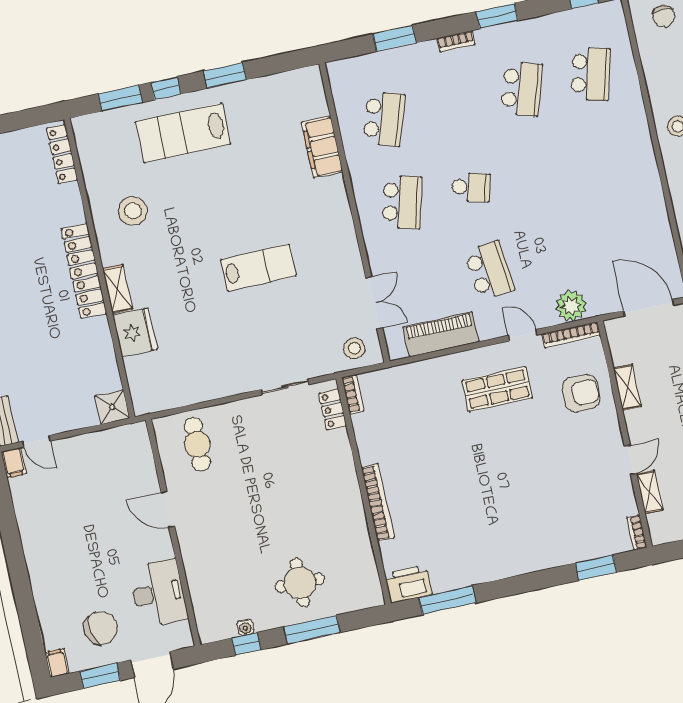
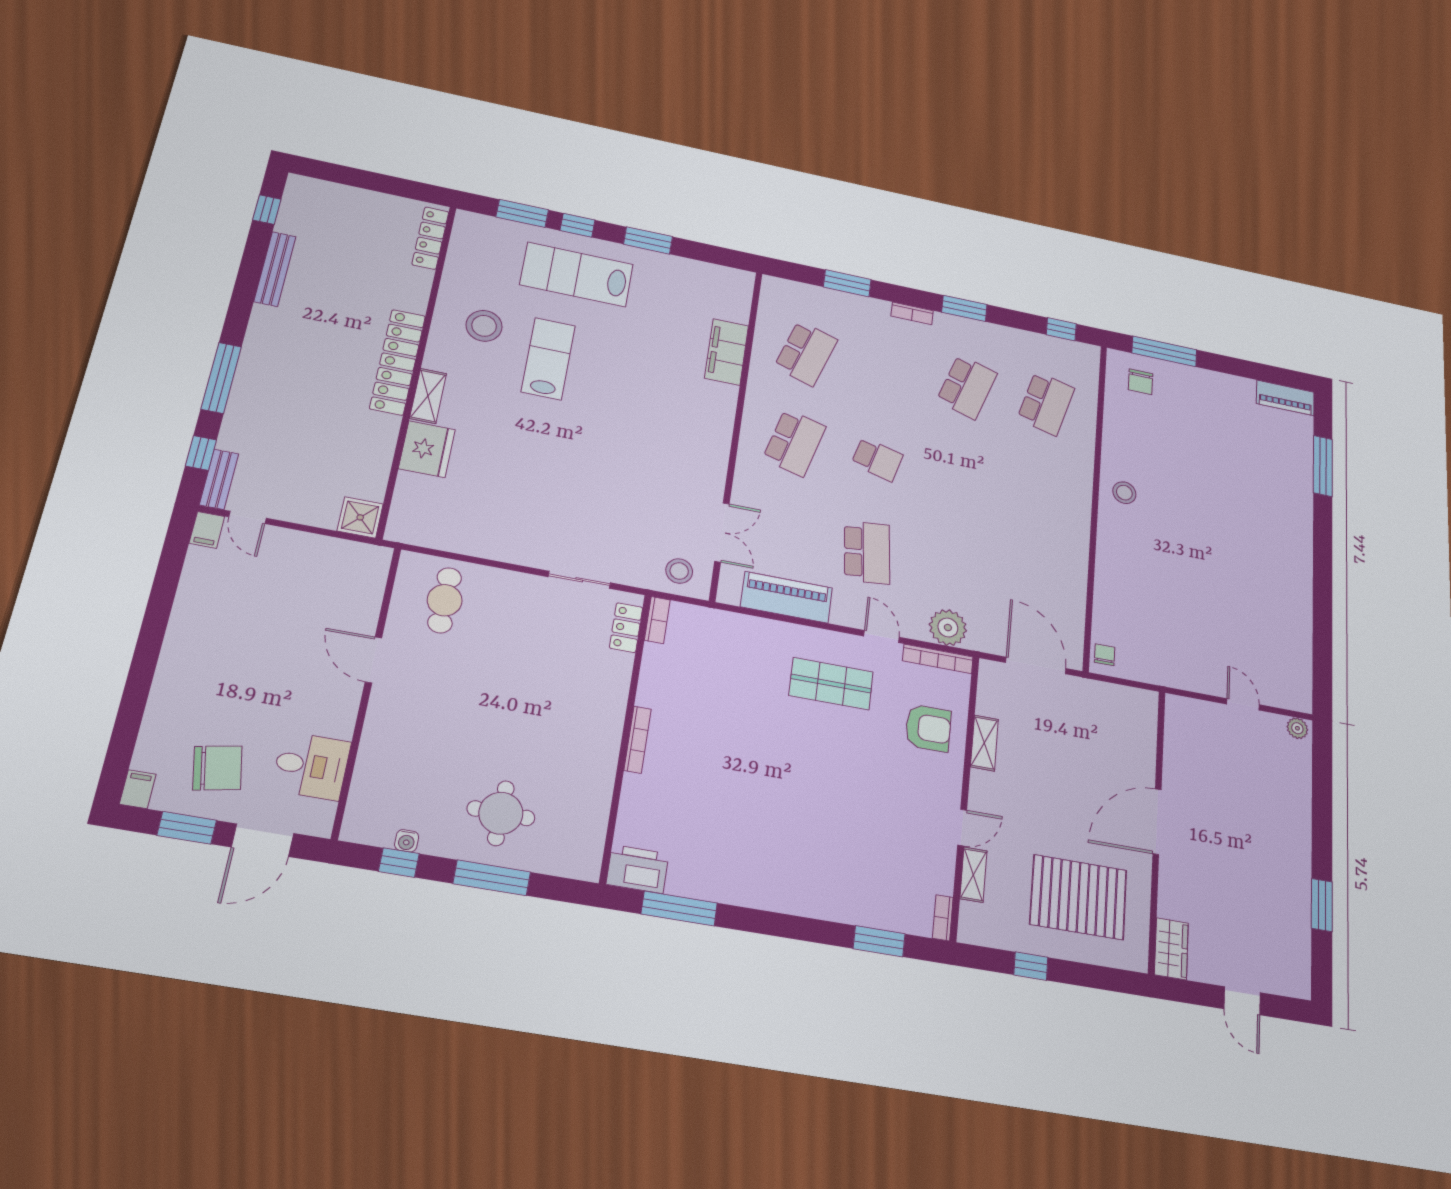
lab bench: (258, 268) -> (548, 359), moved, turned -90
bookcase: (378, 502) -> (638, 740), width x0.68, depth x0.76
desk: (158, 593) -> (311, 766), width x0.73

